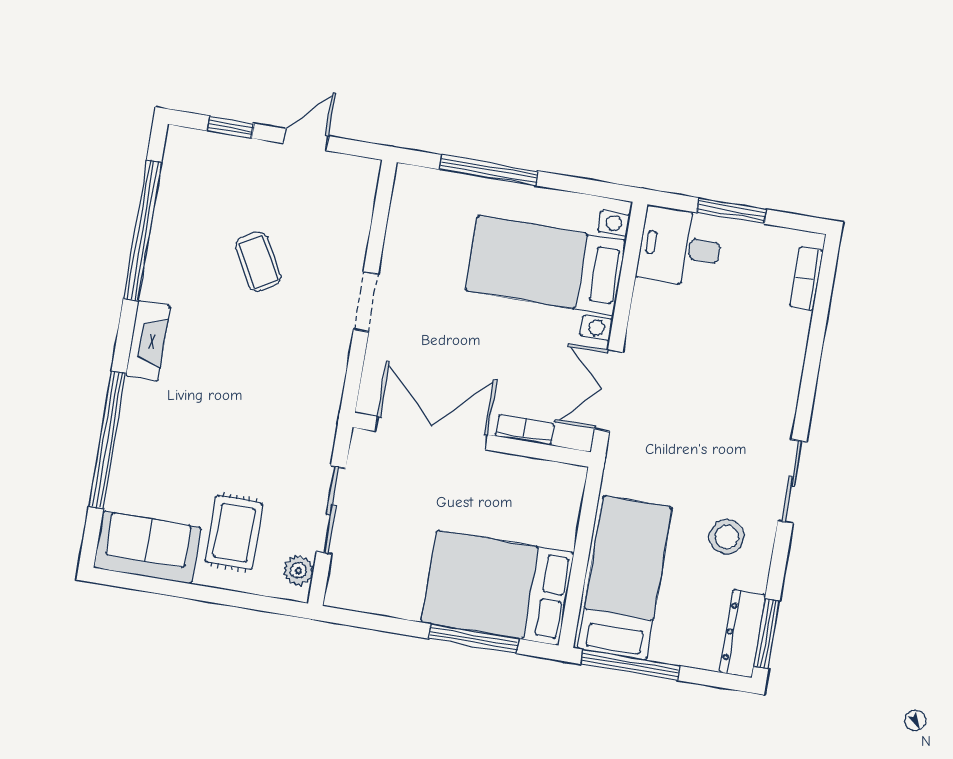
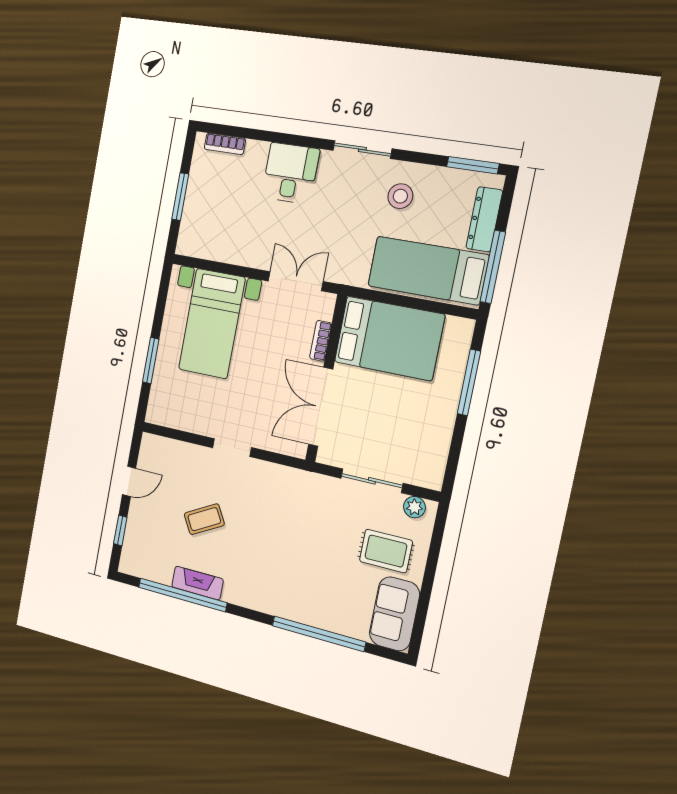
door: (306, 140) -> (129, 481), swing flipped
window: (489, 170) -> (151, 361), width x0.69
desk: (680, 247) -> (290, 173), moved, turned 180
fireplace: (148, 341) -> (197, 583), moved
double door: (609, 391) -> (296, 281), swing flipped
bed: (498, 588) -> (389, 338), moved, turned -90
dresser: (743, 634) -> (484, 219), moved, turned 90

